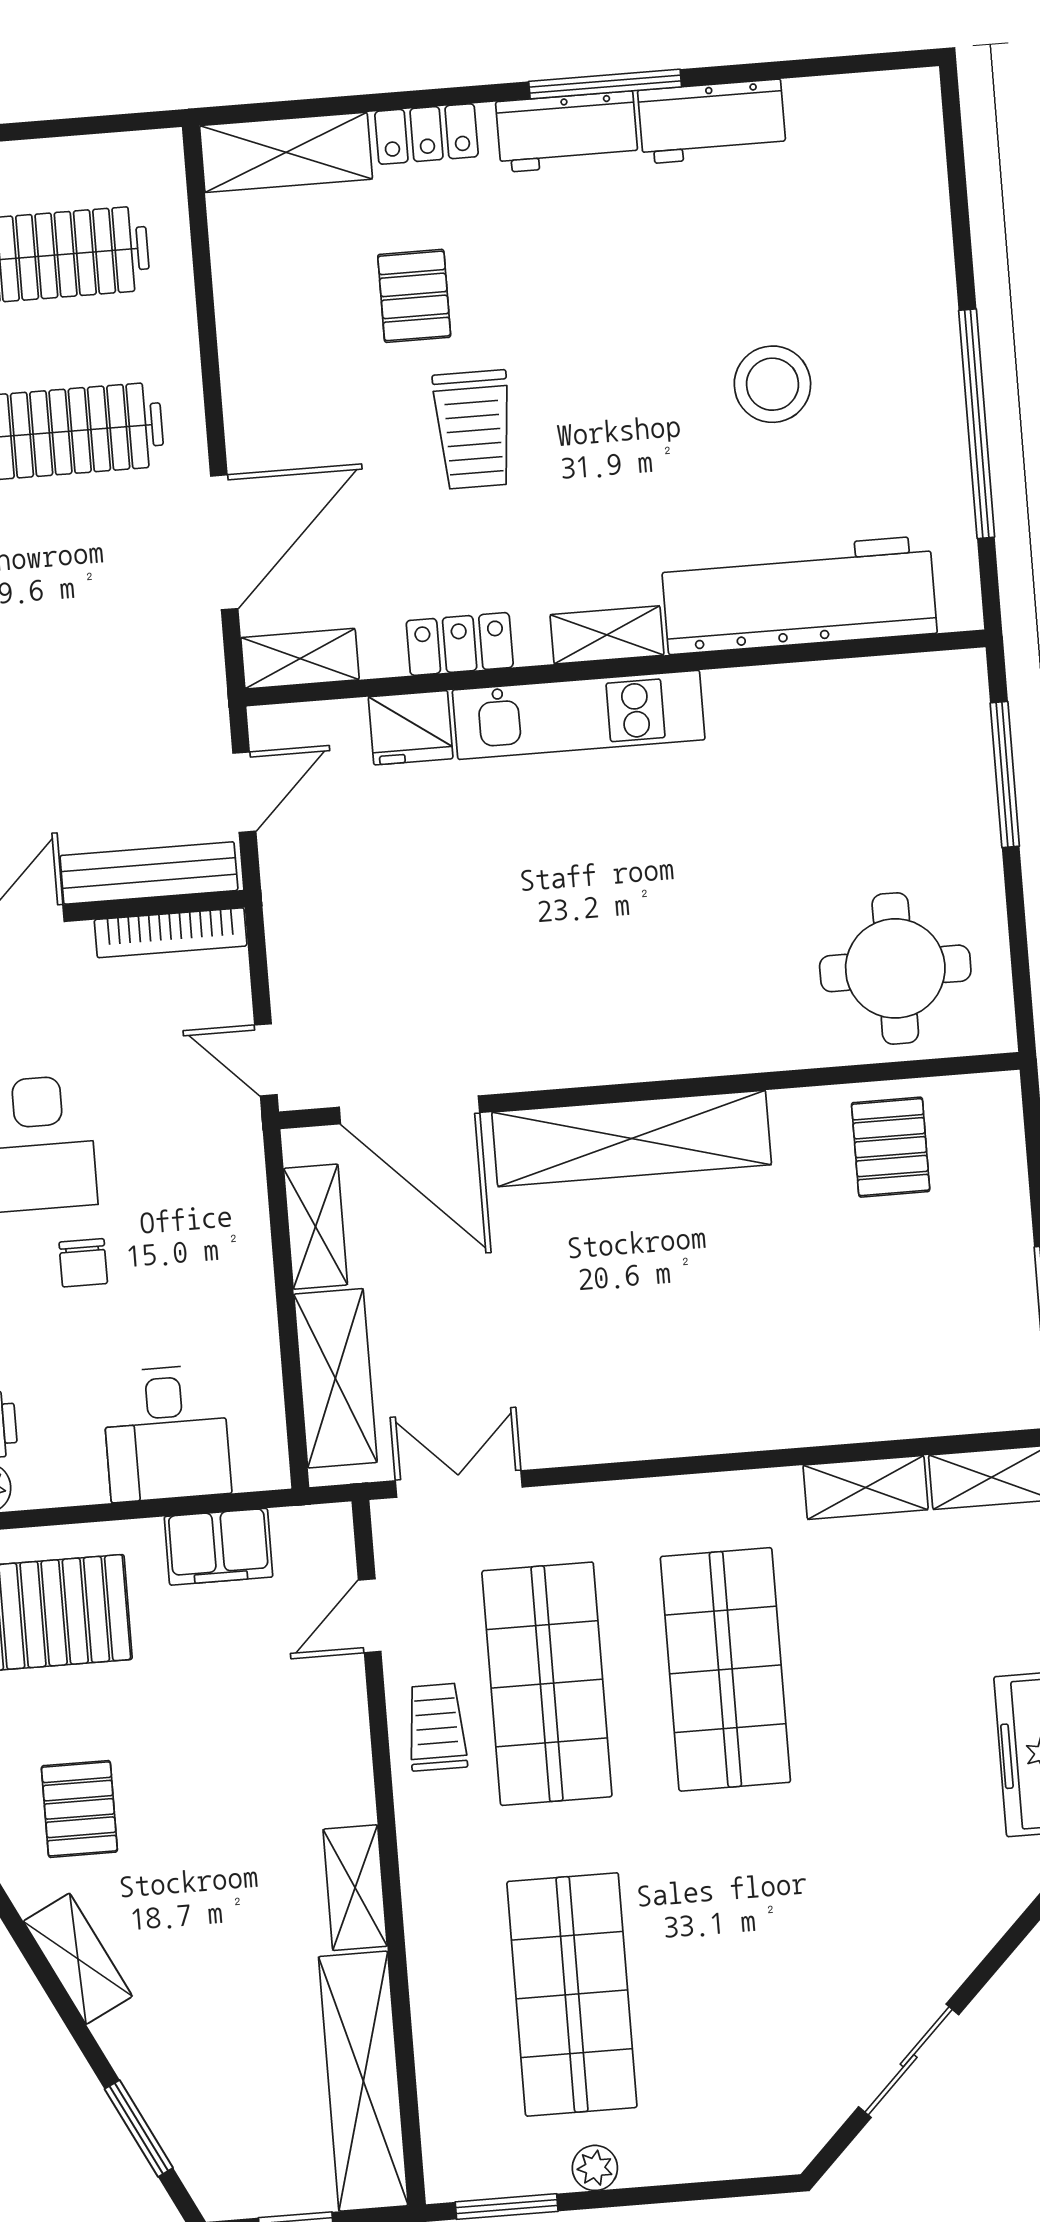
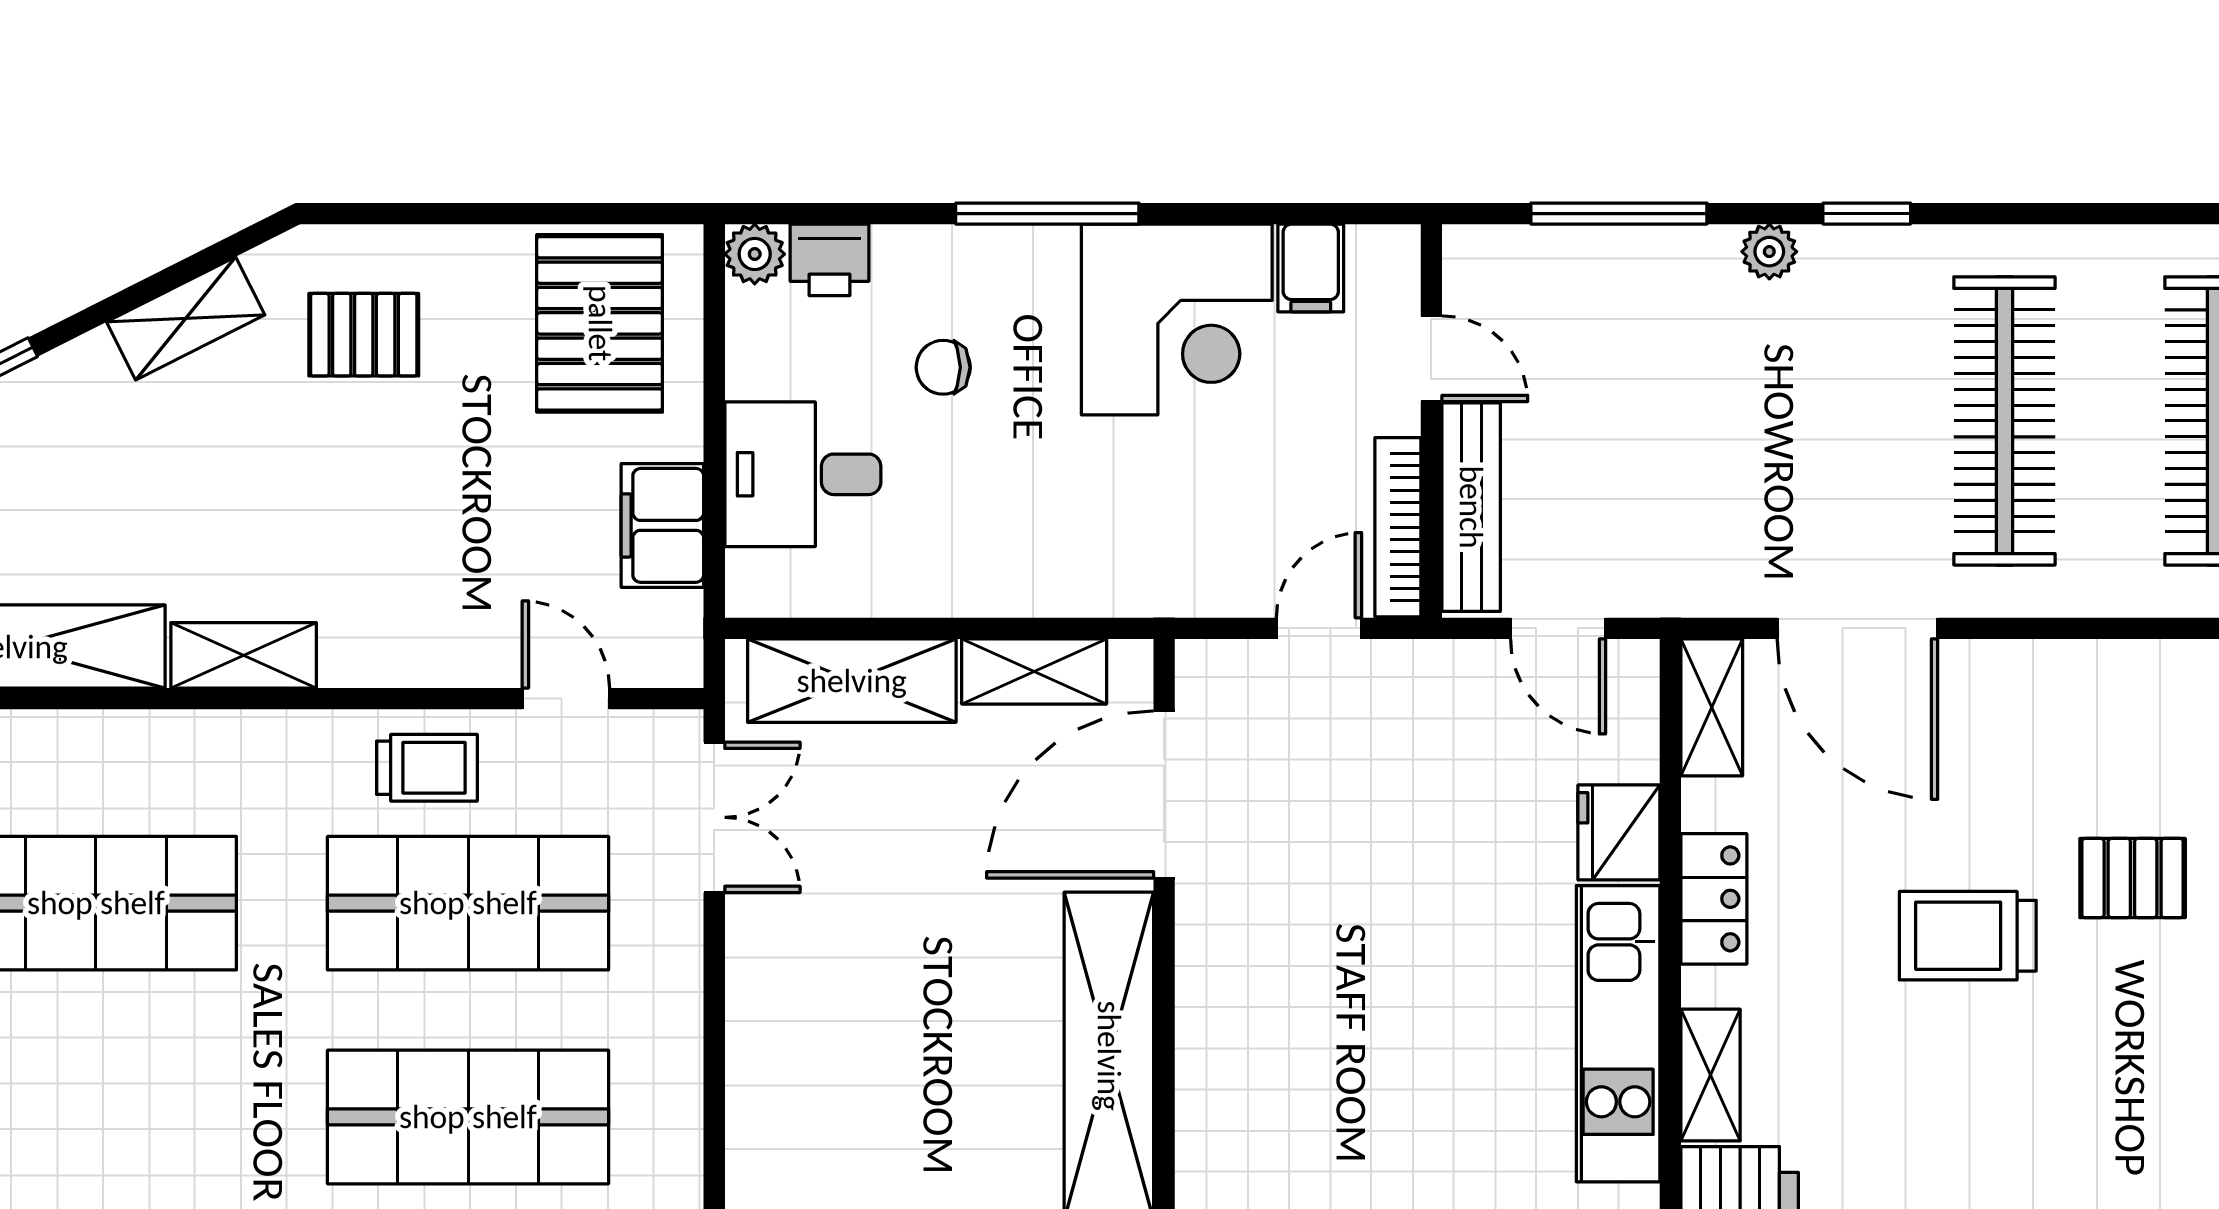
door: (266, 1060) -> (1319, 628), moved
chair: (83, 1263) -> (943, 367), moved

